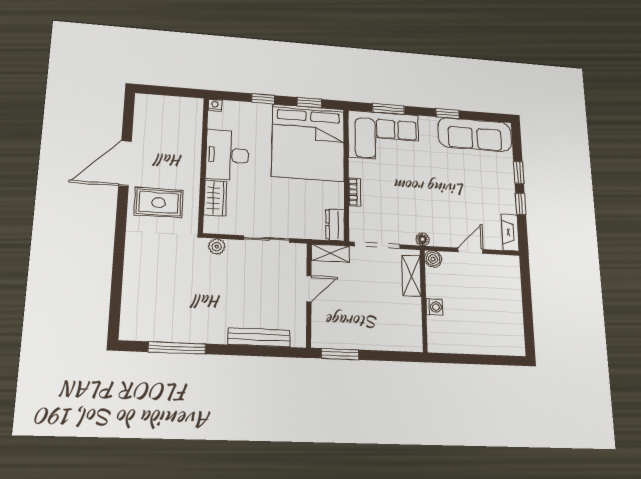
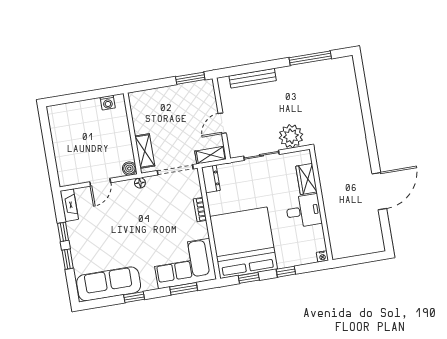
desk: (227, 155) -> (304, 211), width x0.73
rug: (159, 203) -> (348, 165), removed
plant: (217, 247) -> (291, 136), width x1.88, depth x1.88
washing machine: (434, 307) -> (108, 103), moved, turned -90

